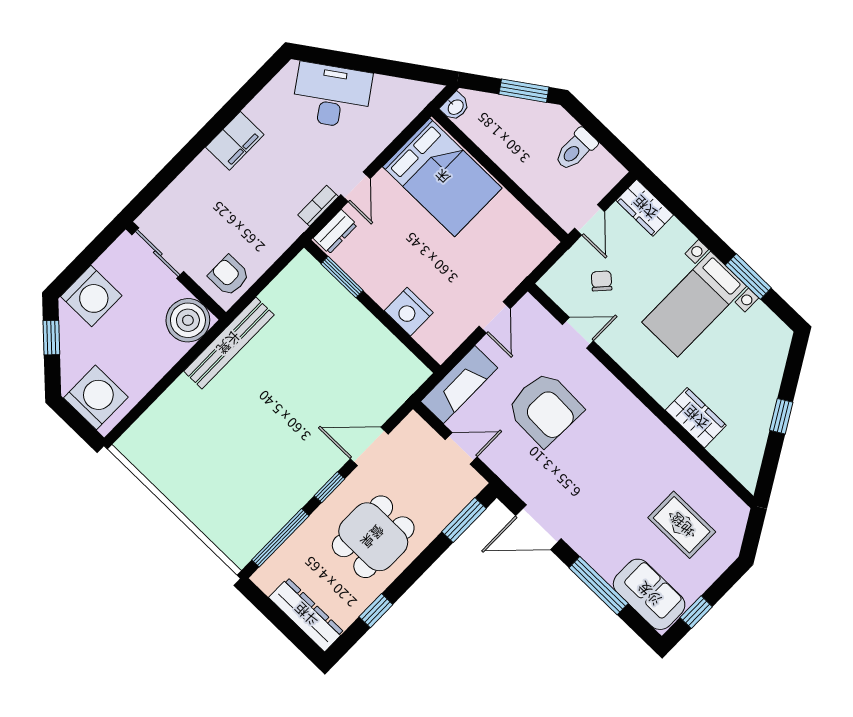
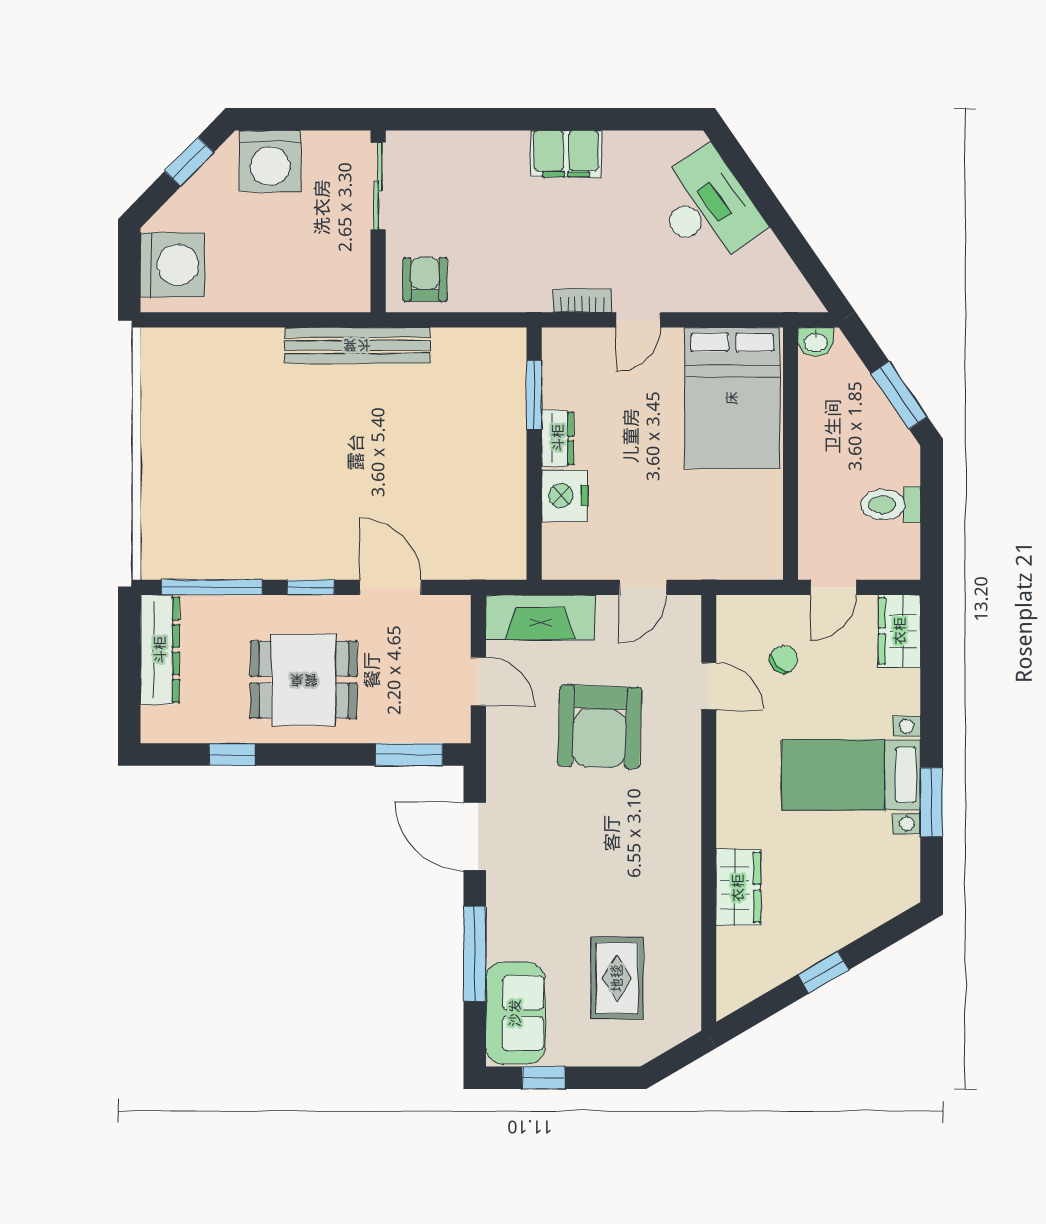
dresser: (335, 232) -> (558, 438), moved, turned -90
boiler: (188, 320) -> (340, 282), removed
dresser: (306, 615) -> (160, 650), moved

